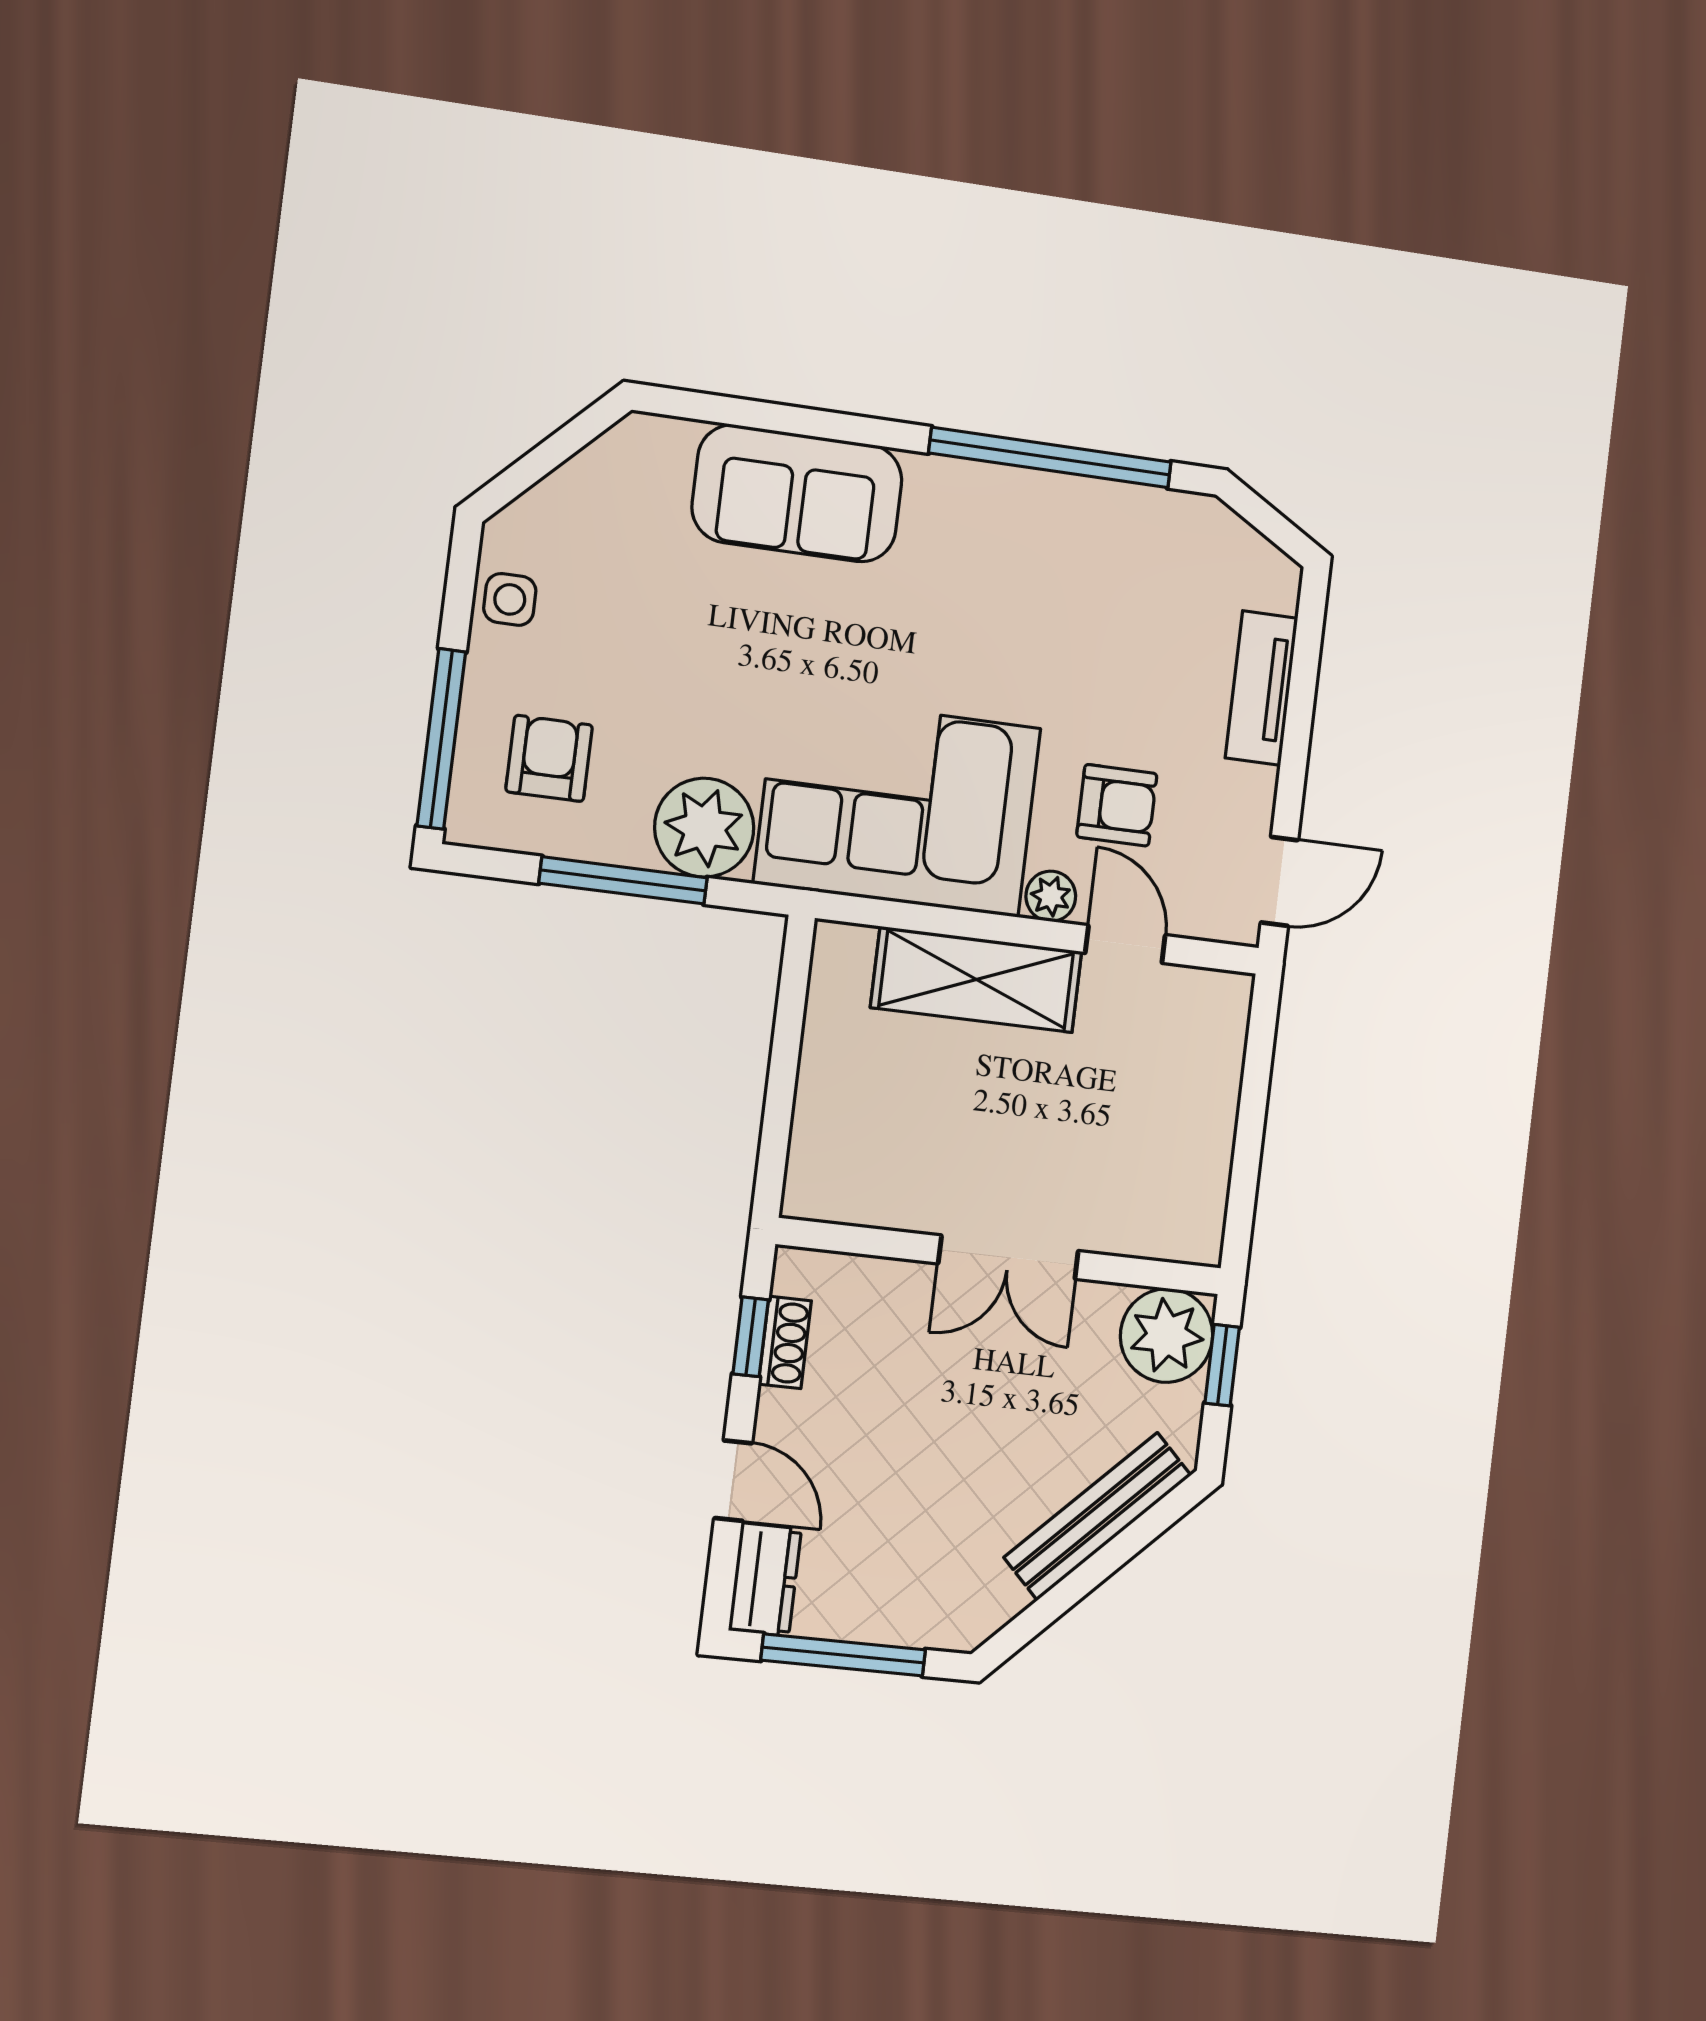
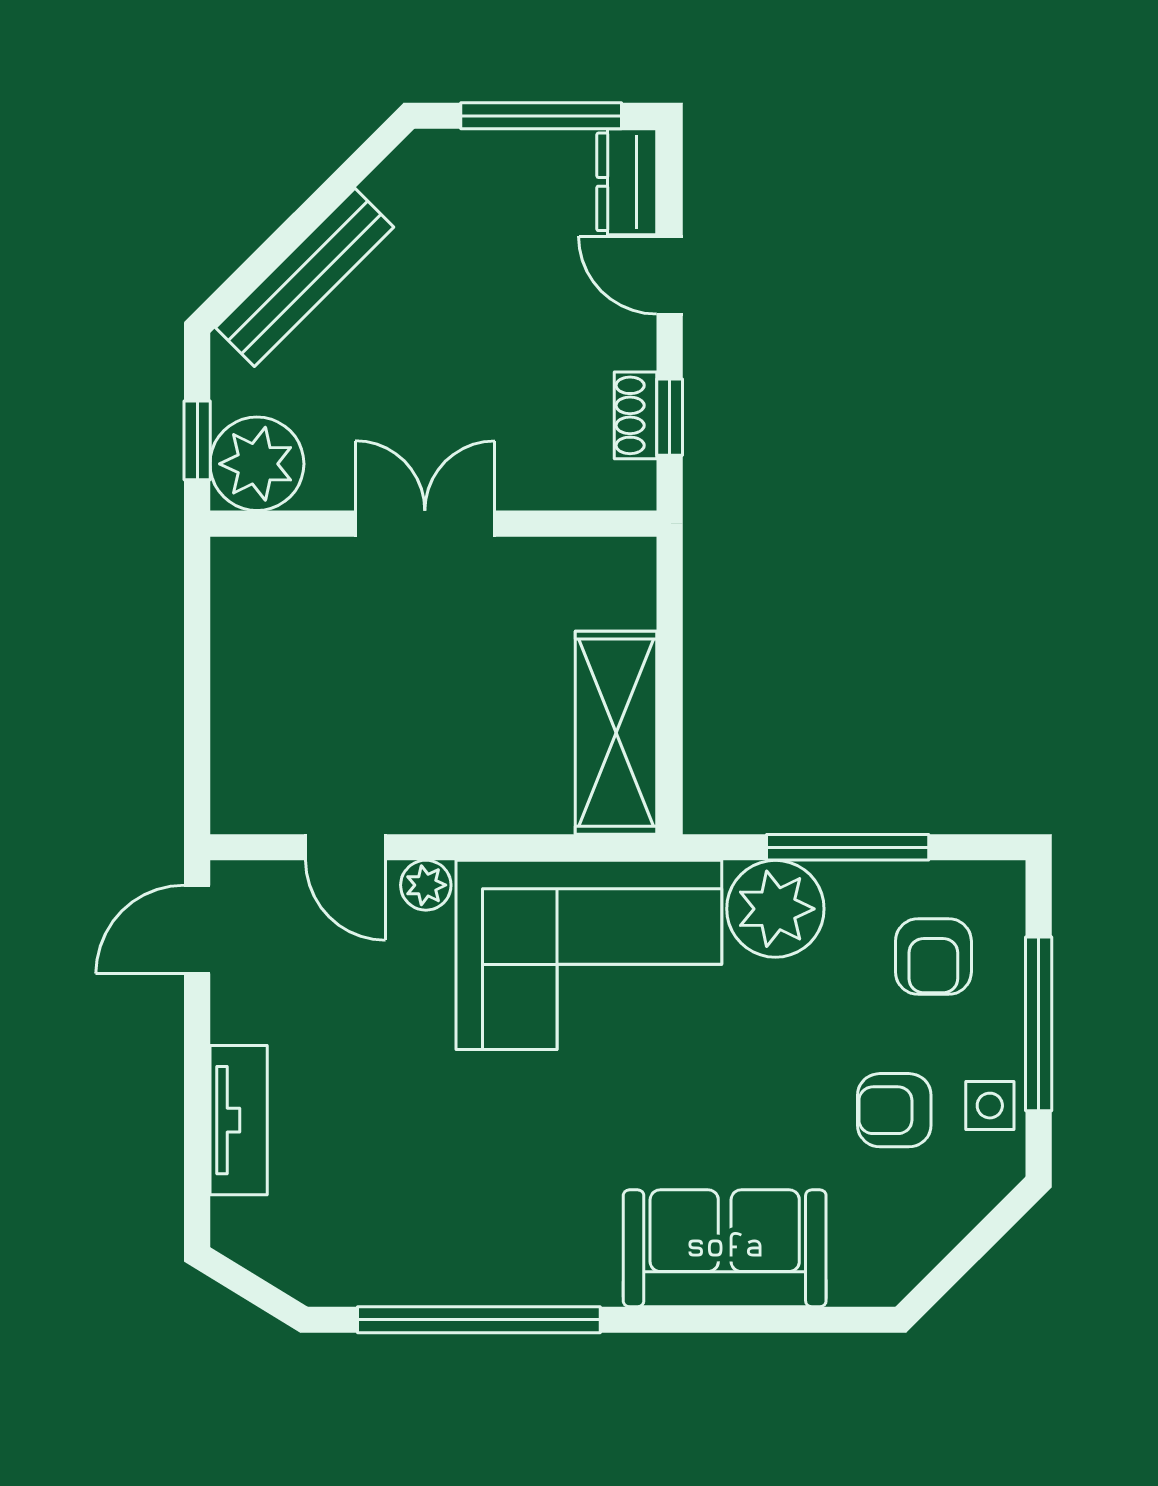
window: (441, 739) -> (1039, 1024), moved
armchair: (1117, 805) -> (894, 1110), moved
shelving: (976, 980) -> (616, 733), moved, turned 90

